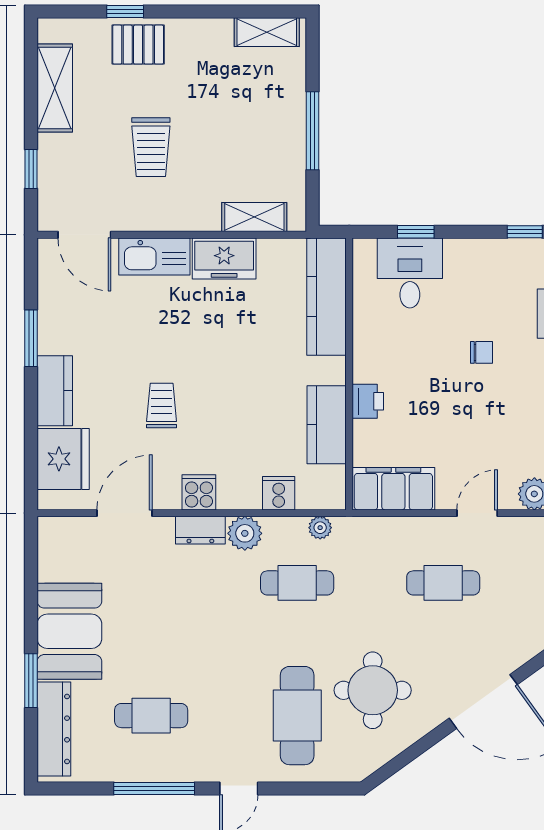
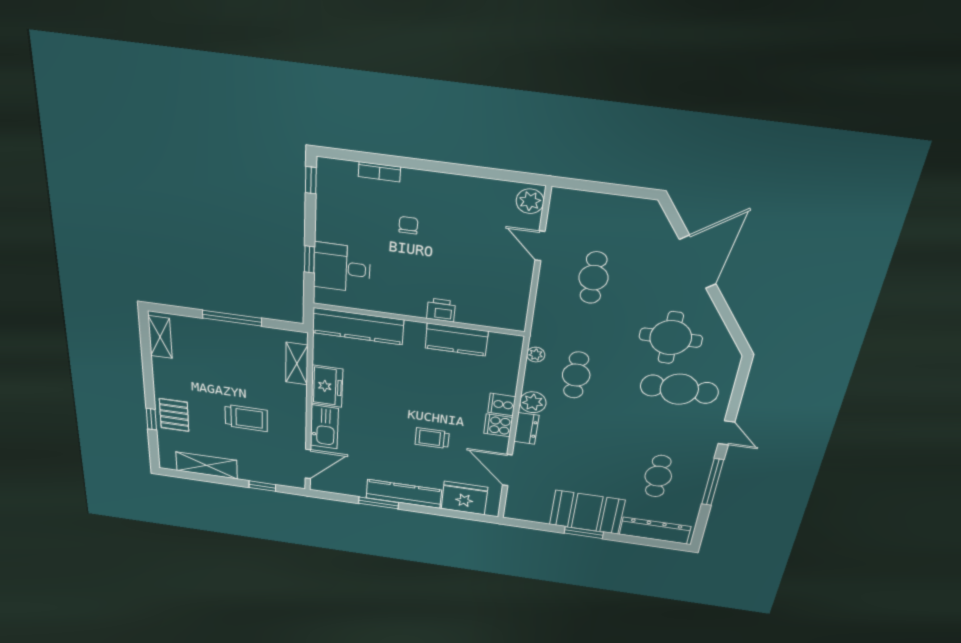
kitchen counter: (55, 391) -> (404, 494), width x1.50
filing cabinet: (393, 489) -> (512, 302), removed
cooker: (279, 493) -> (502, 404), moved
window: (31, 681) -> (584, 533), moved

